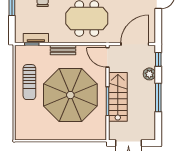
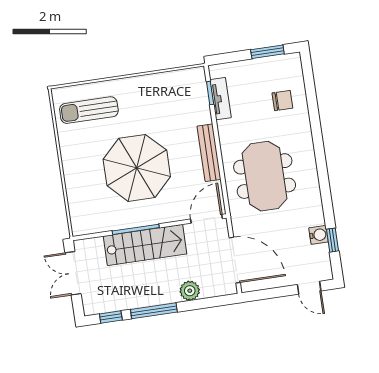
bench: (63, 50) -> (209, 153), width x1.36
window: (158, 59) -> (111, 317), moved
sun lounger: (29, 82) -> (89, 110), moved
parasol: (70, 95) -> (137, 168), width x0.73, depth x0.73

